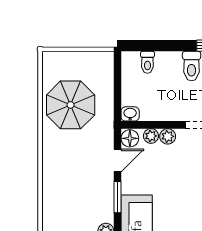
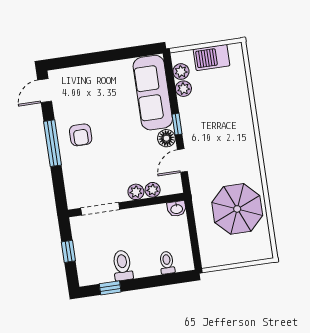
floor lamp: (130, 138) -> (166, 138), moved
window: (117, 197) -> (177, 124), width x0.67

